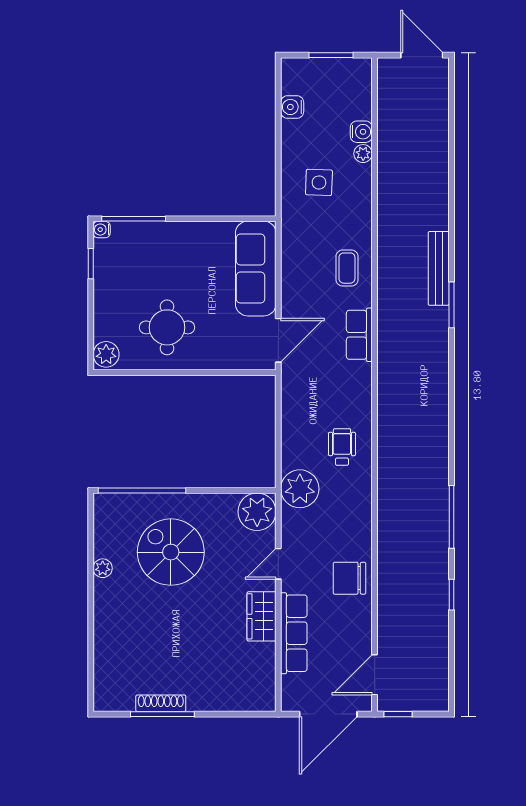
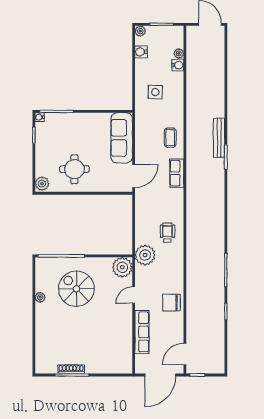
plant: (291, 68) -> (140, 31), added
plant: (363, 154) -> (179, 53), moved
wardrobe: (262, 616) -> (125, 323), removed

